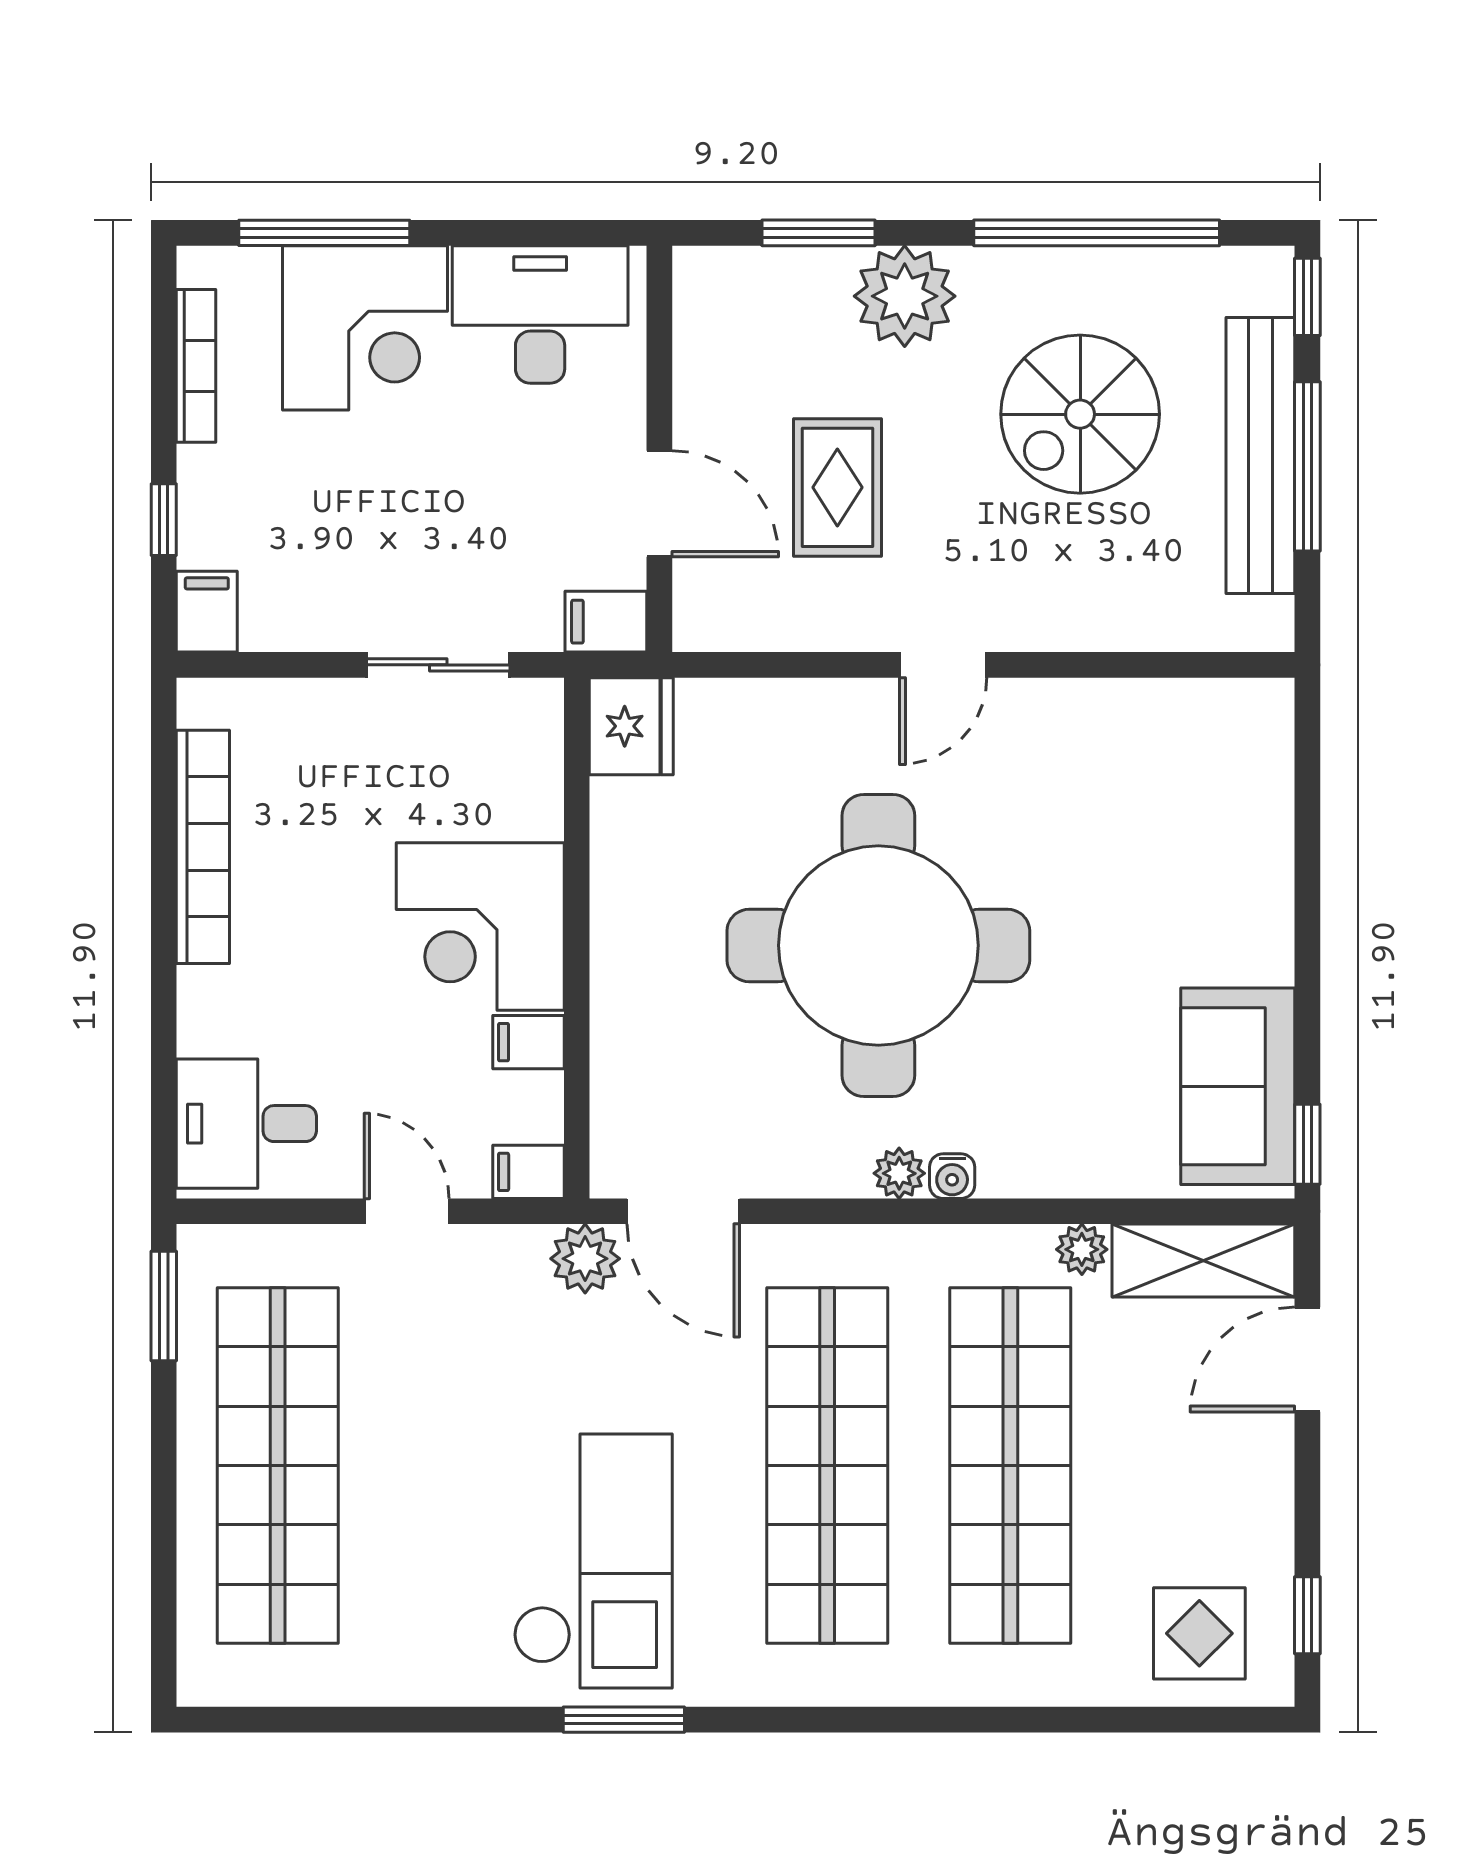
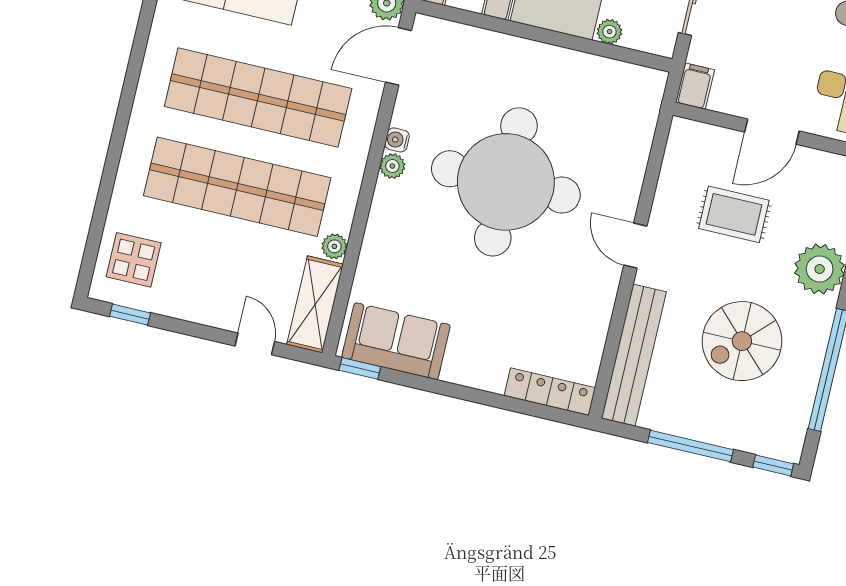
spiral stairs: (1080, 414) -> (742, 341), turned -90
bench: (1260, 455) -> (634, 355), moved, turned 90
door: (659, 504) -> (772, 132), moved
fridge: (631, 726) -> (641, 87), removed
locker: (1266, 765) -> (550, 392), added
plant: (539, 813) -> (609, 32), added
water cooler: (952, 1176) -> (397, 140), moved
door: (1307, 1360) -> (255, 344), width x0.73

